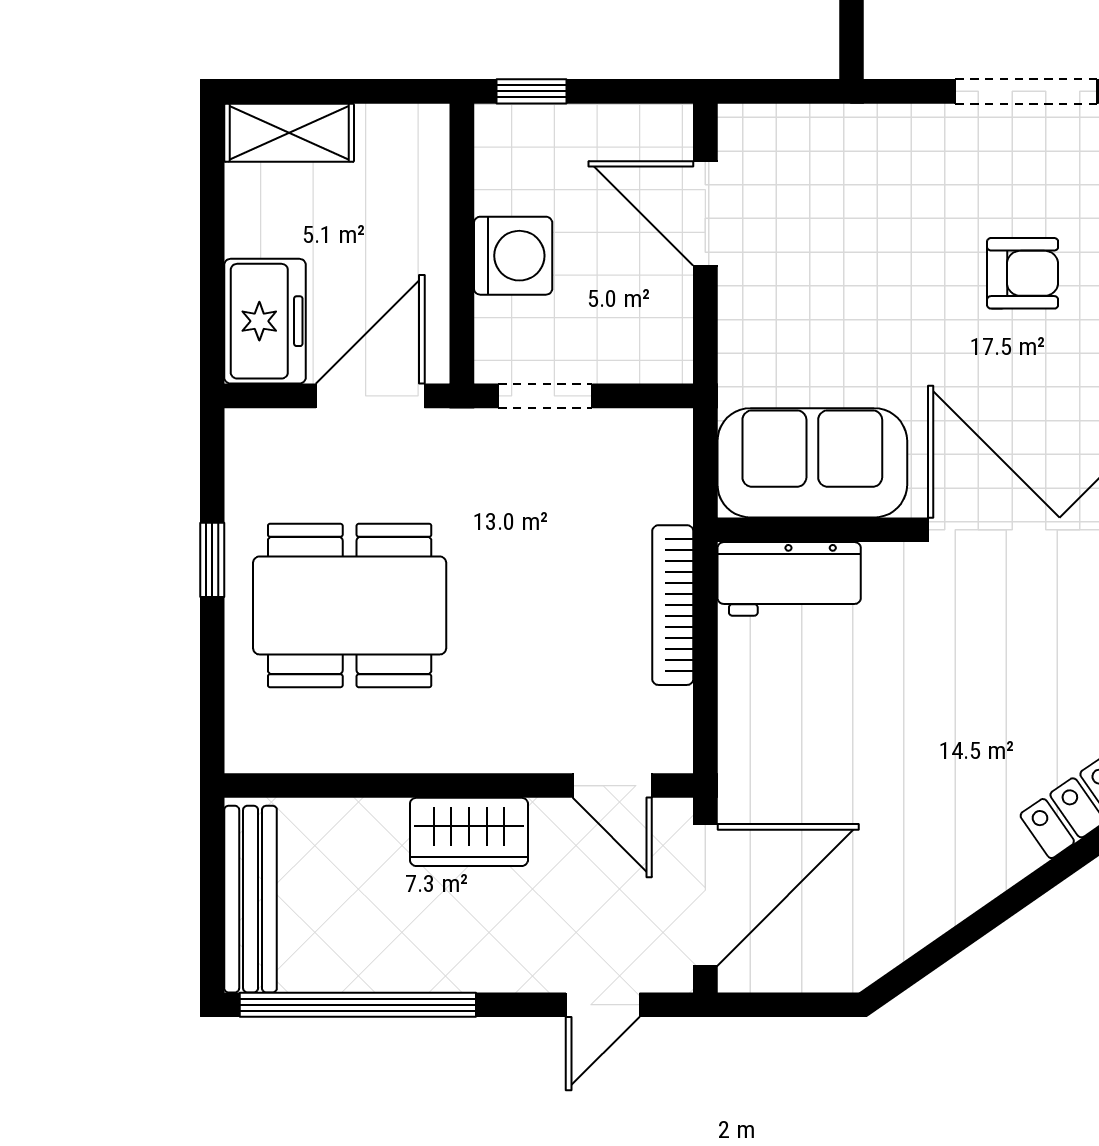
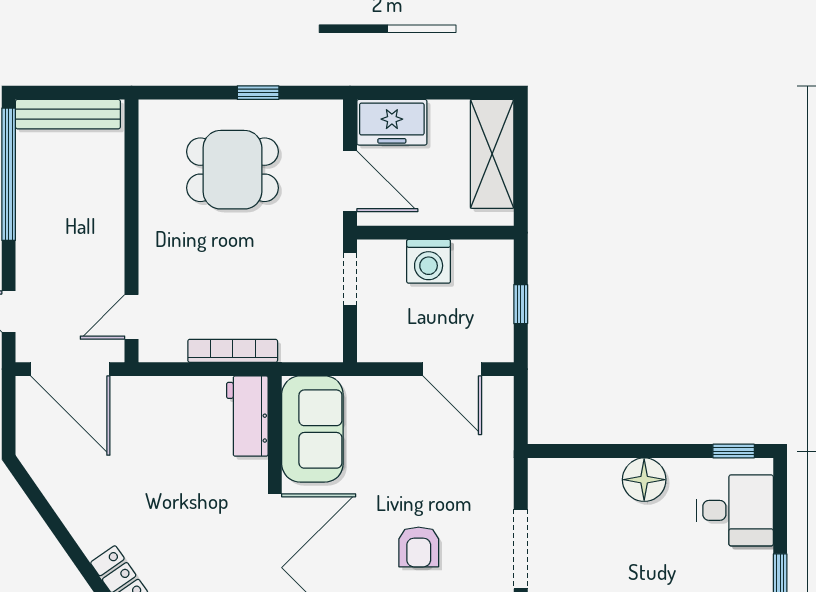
window: (531, 91) -> (521, 304), moved
shelving: (289, 133) -> (492, 154), width x1.50, depth x1.33
door: (705, 213) -> (452, 369), swing flipped
dining table: (350, 605) -> (232, 170), width x0.73
wardrobe: (469, 832) -> (106, 237), removed

